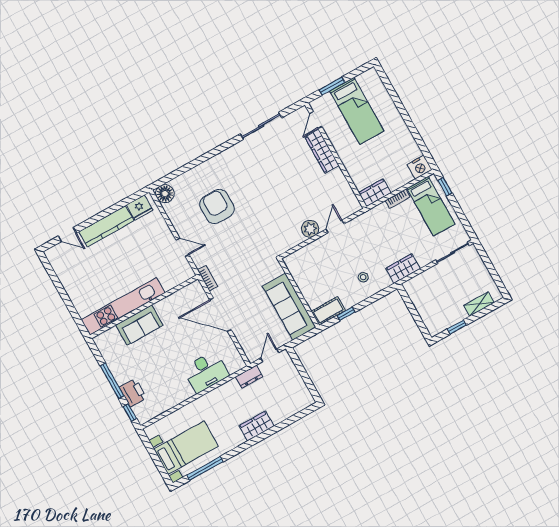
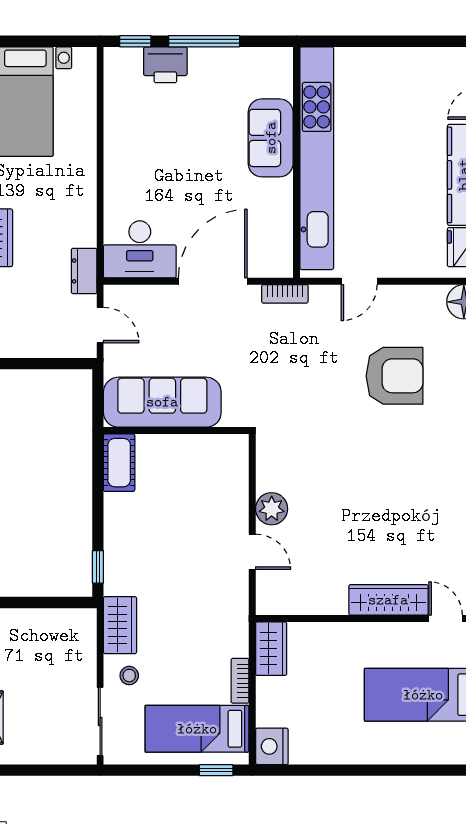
stool: (363, 277) -> (129, 676), moved
kitchen unit: (123, 306) -> (317, 158), width x1.36
window: (346, 314) -> (98, 567), moved
desk: (206, 372) -> (140, 249), moved, turned -90

